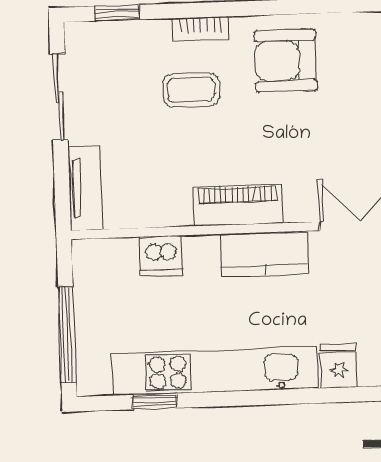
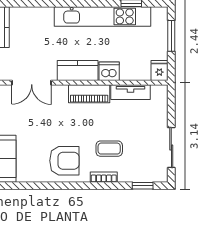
tv unit: (85, 188) -> (131, 92), moved, turned -90
dishwasher: (161, 256) -> (109, 71), moved
window: (67, 335) -> (171, 36), width x0.69
fridge: (339, 366) -> (159, 71), moved, turned 180

